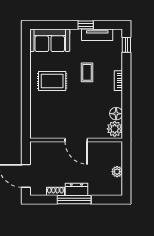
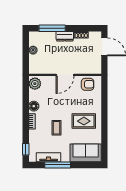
window: (86, 25) -> (58, 165), width x2.17
floor lamp: (116, 114) -> (34, 106), moved
armchair: (47, 128) -> (88, 84), added
door: (76, 140) -> (65, 75), swing flipped
window: (74, 200) -> (52, 28), moved

